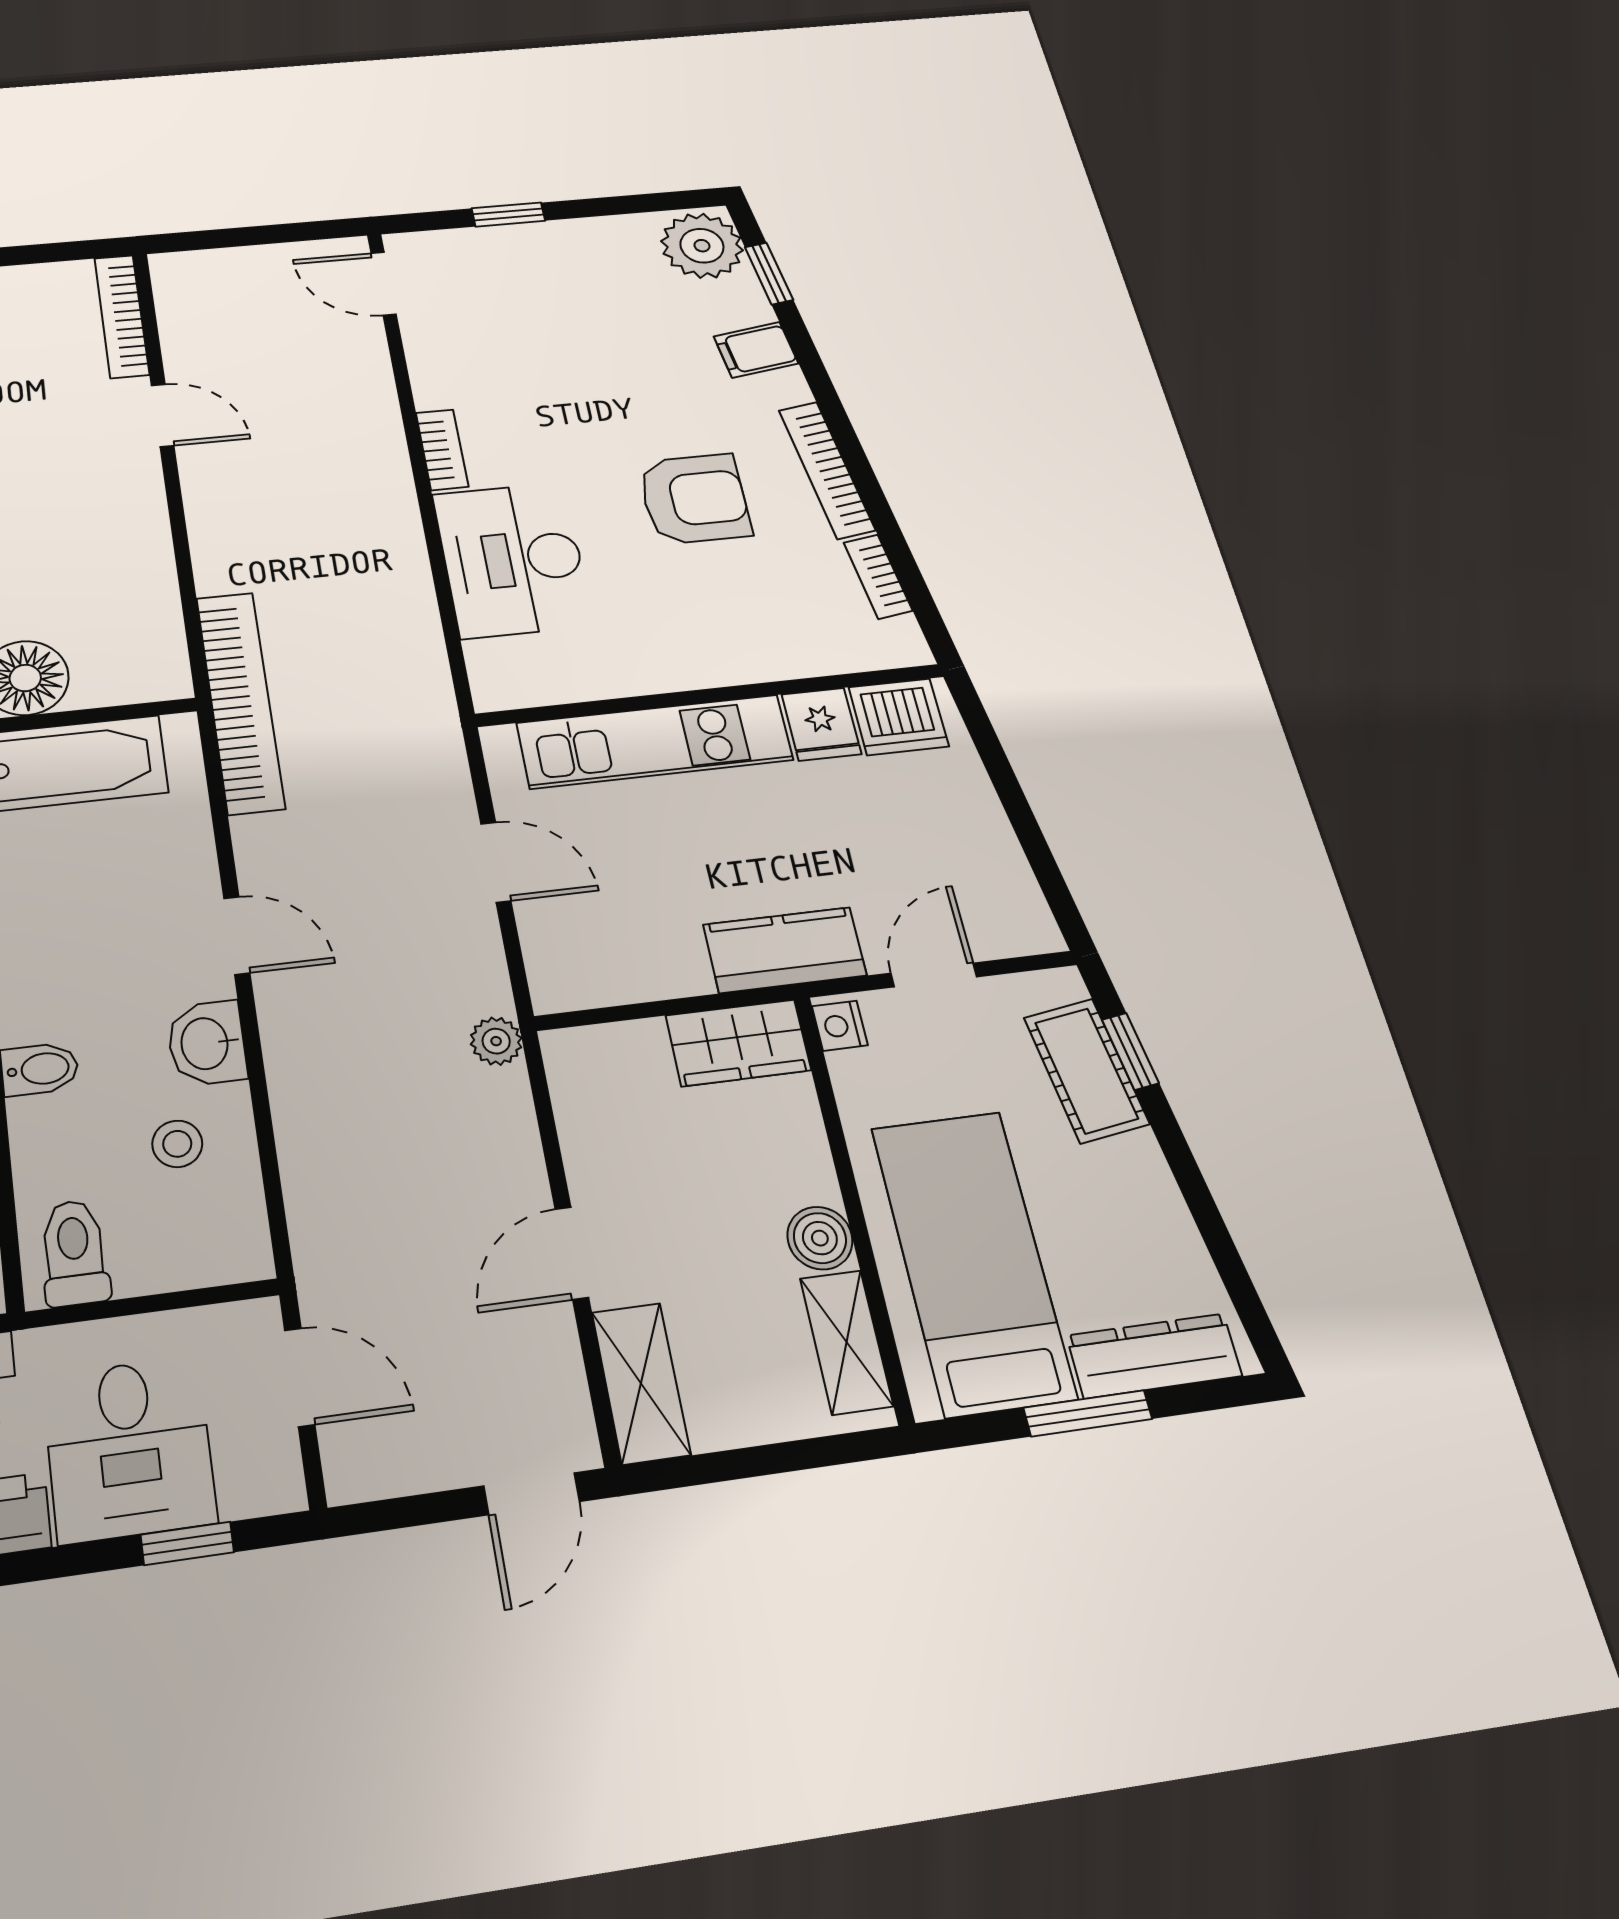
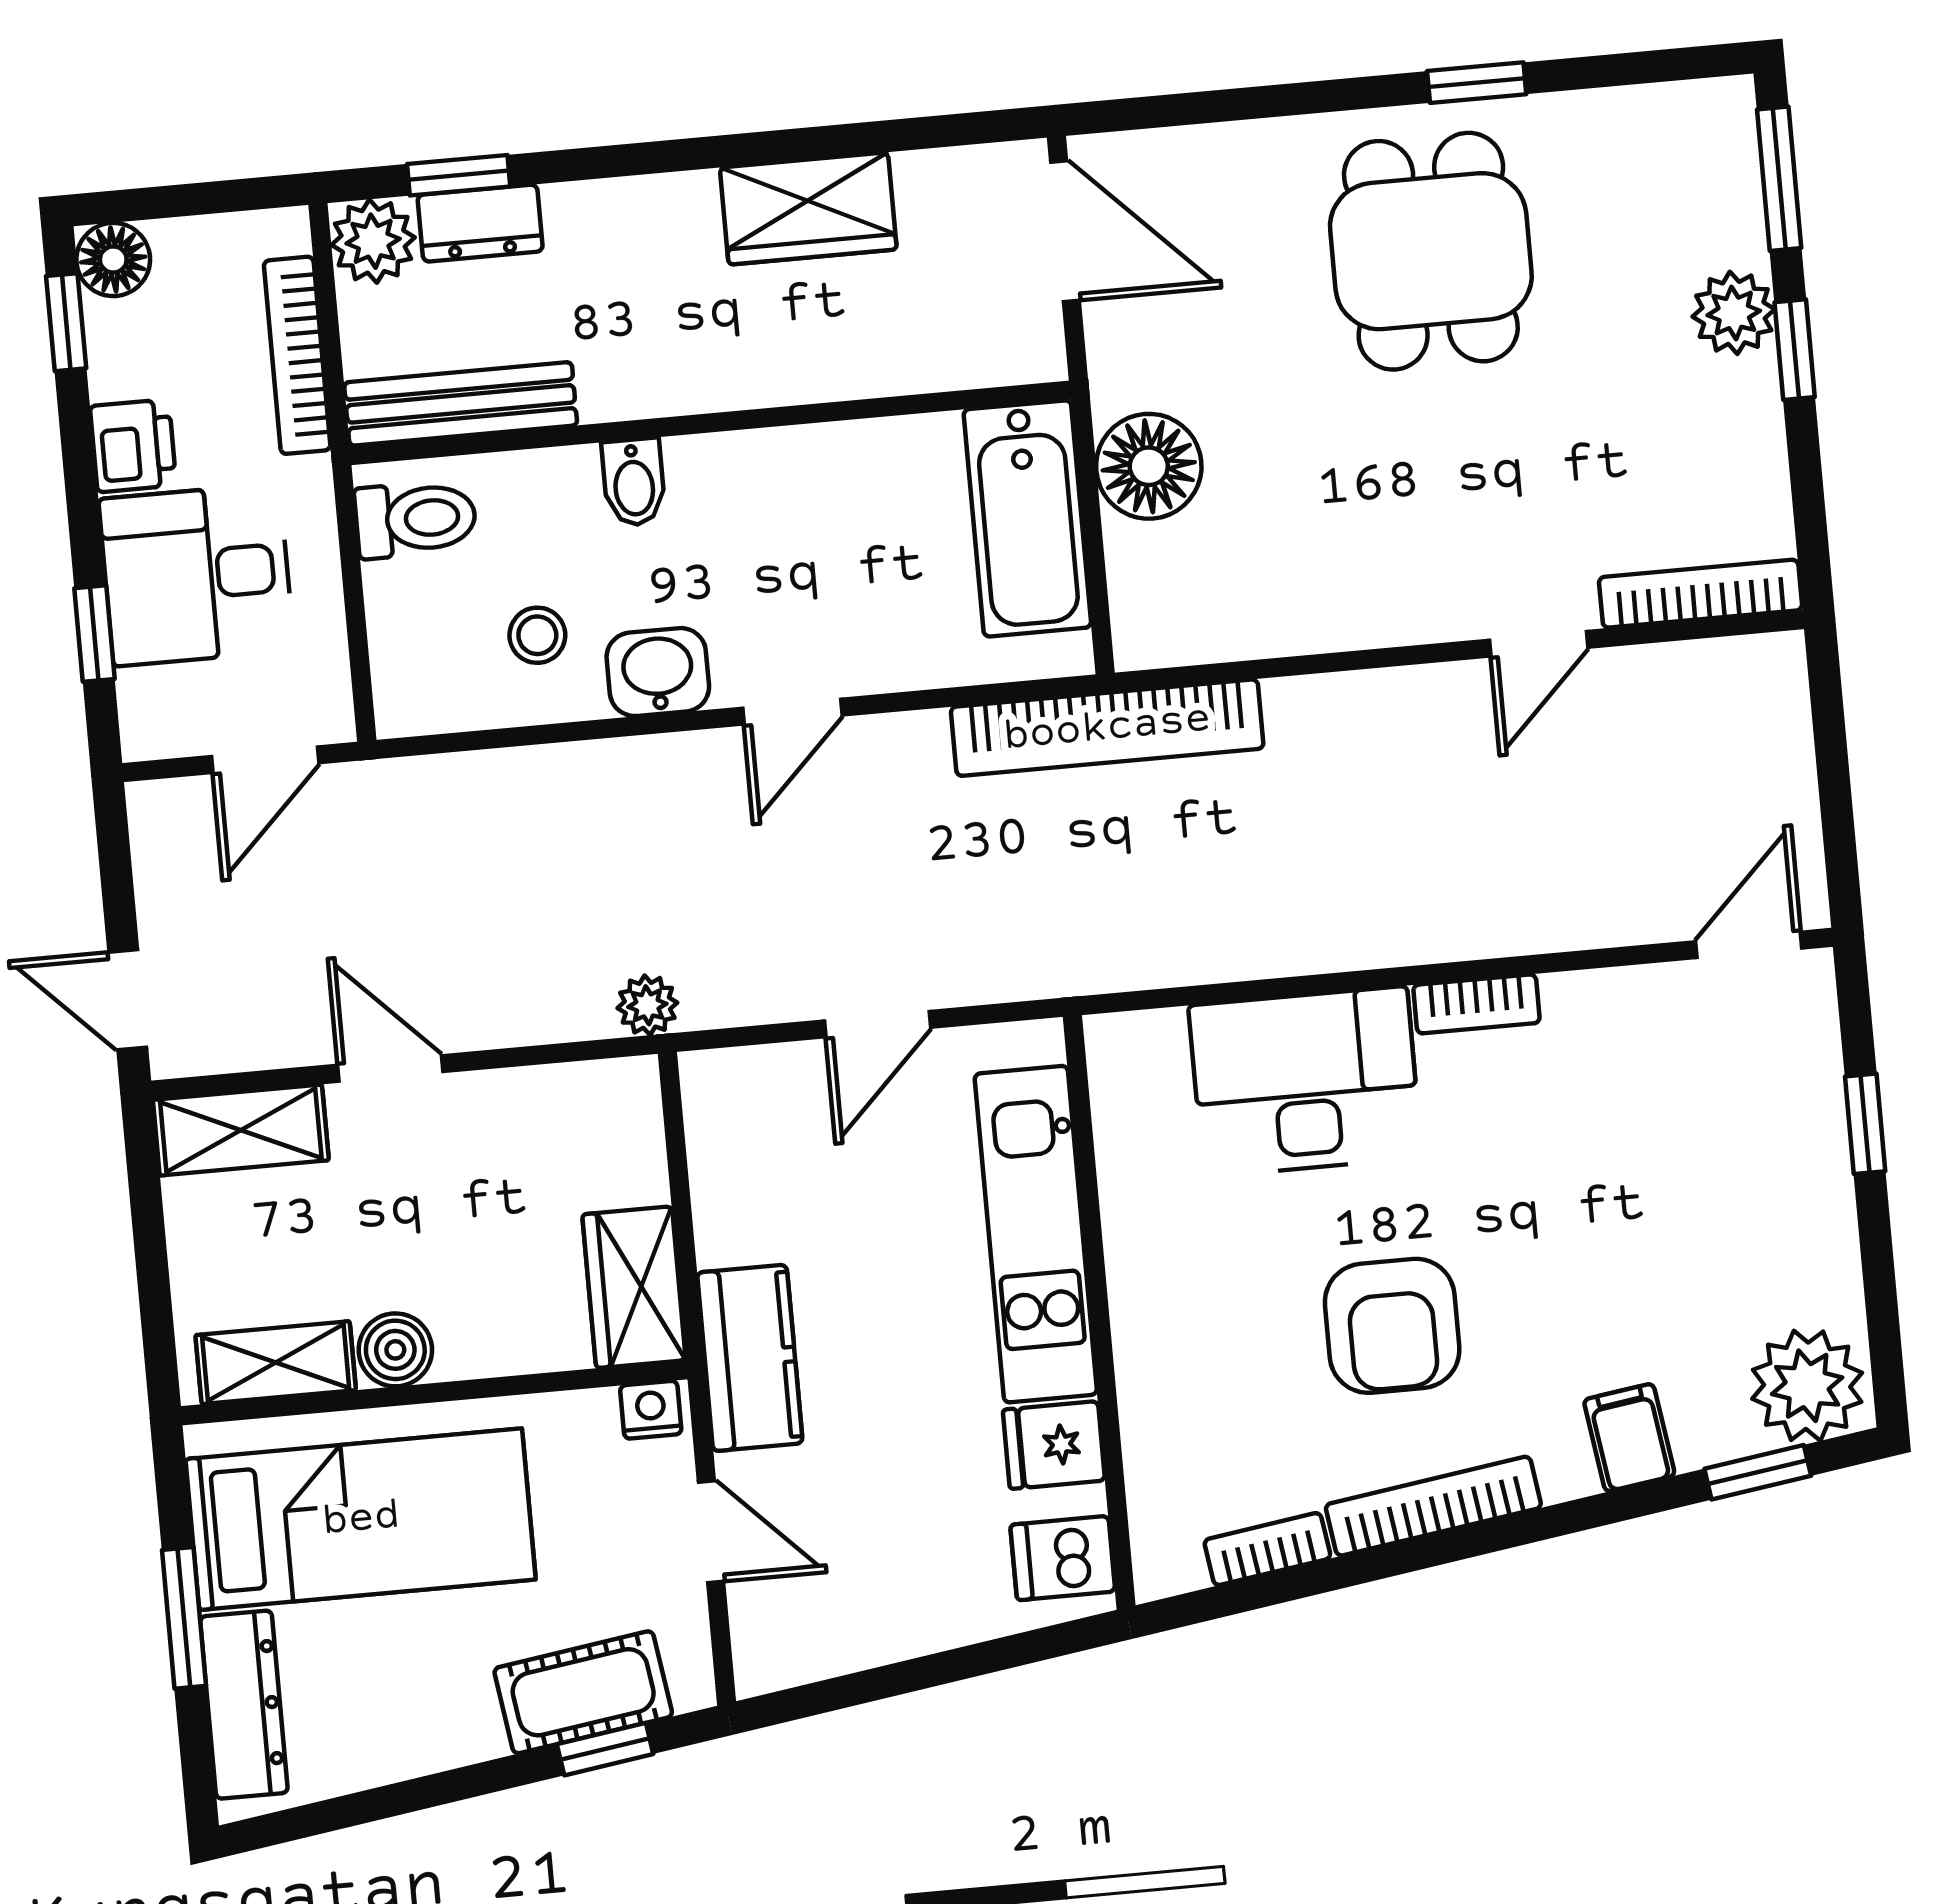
dishwasher: (899, 717) -> (1063, 1558), width x0.73

